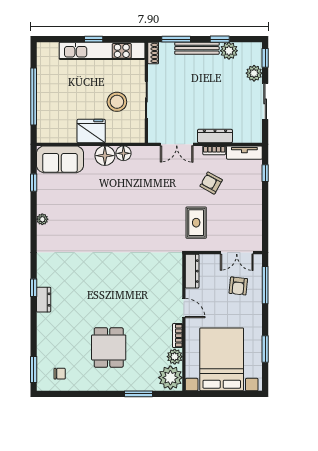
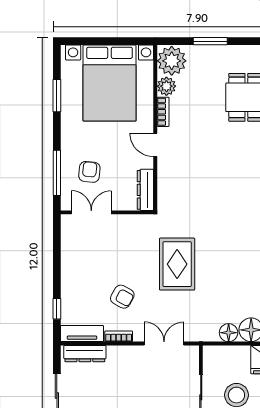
dresser: (215, 136) -> (85, 354), moved
rug: (196, 223) -> (177, 264), moved, width x1.36, depth x1.43

